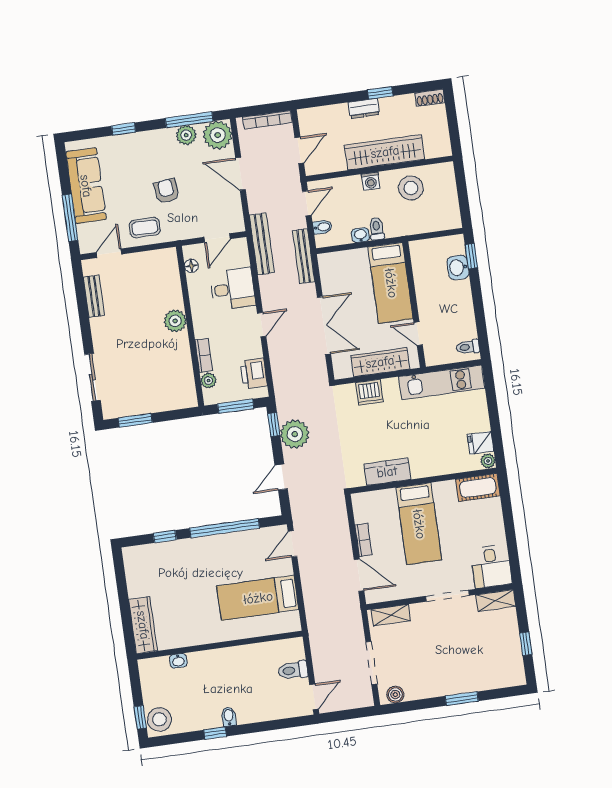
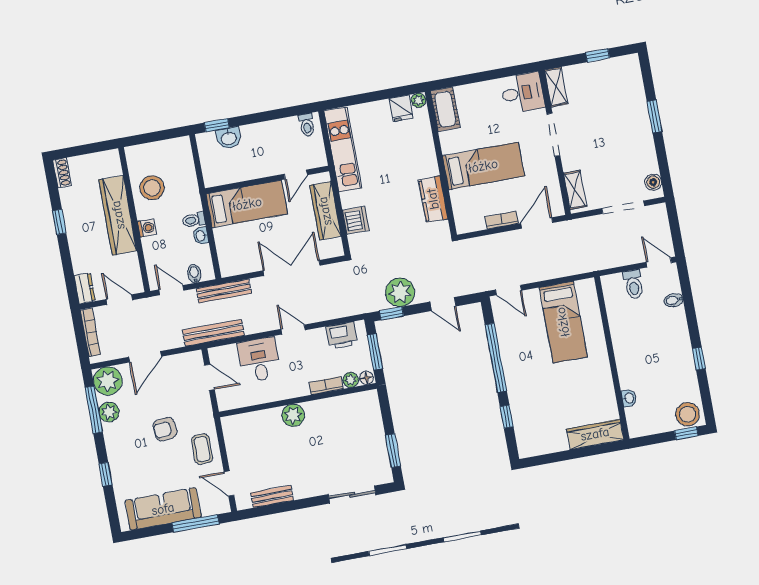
dresser: (364, 108) -> (85, 288), moved
floor lamp: (191, 266) -> (366, 378), moved
bidet: (229, 717) -> (674, 300), moved

